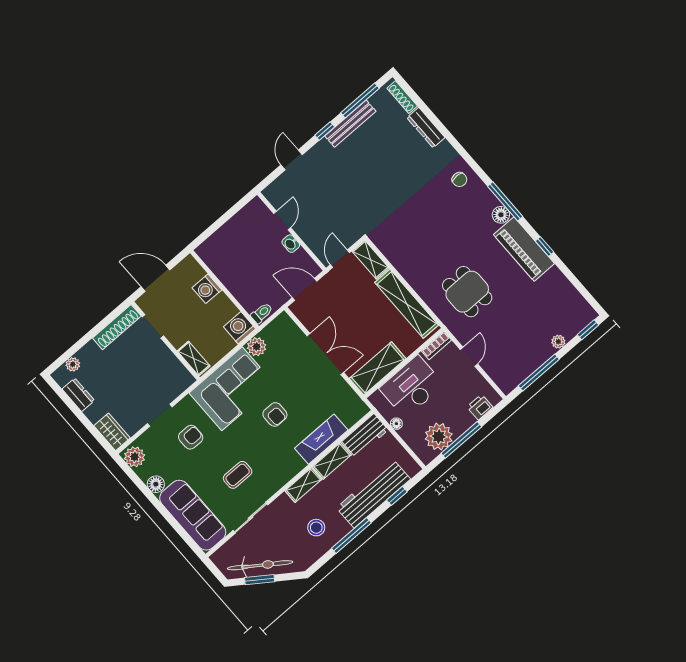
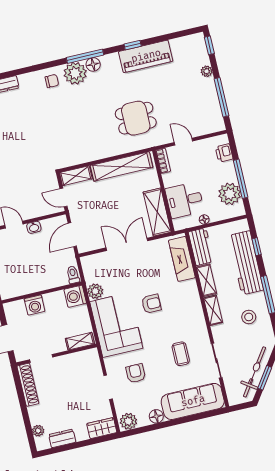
plant: (481, 200) -> (75, 73), added
piano: (524, 249) -> (146, 56), moved
desk: (412, 387) -> (185, 200), width x0.73
fireplace: (321, 439) -> (182, 259), moved

